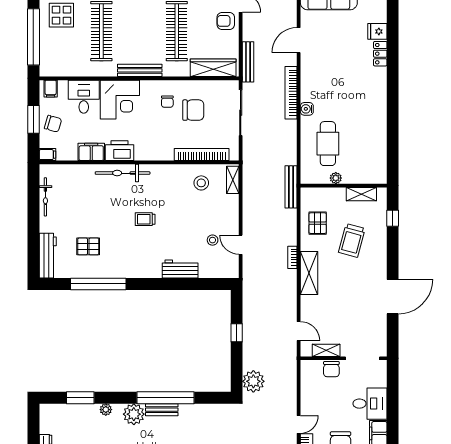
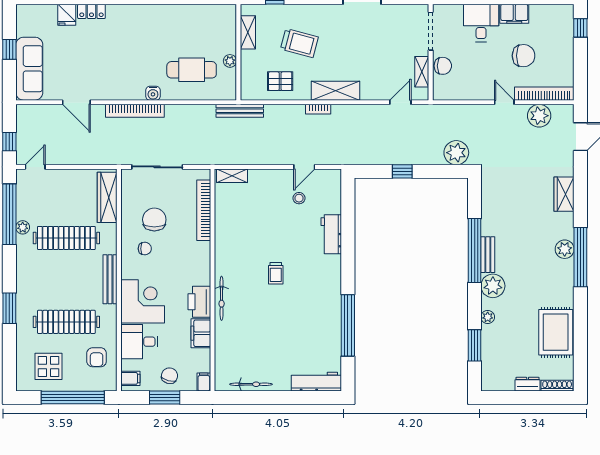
armchair: (226, 21) -> (97, 357), moved
bench: (248, 62) -> (101, 159), removed
bicycle: (123, 173) -> (222, 298), width x0.73, depth x0.71
stool: (201, 183) -> (235, 211), removed
pallet: (88, 246) -> (306, 337), removed

